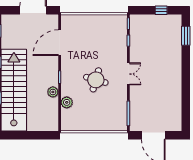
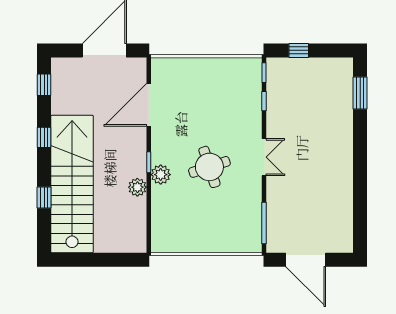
window: (161, 10) -> (299, 50), moved
round table: (96, 80) -> (209, 167), turned -34
plant: (67, 102) -> (161, 175), moved

